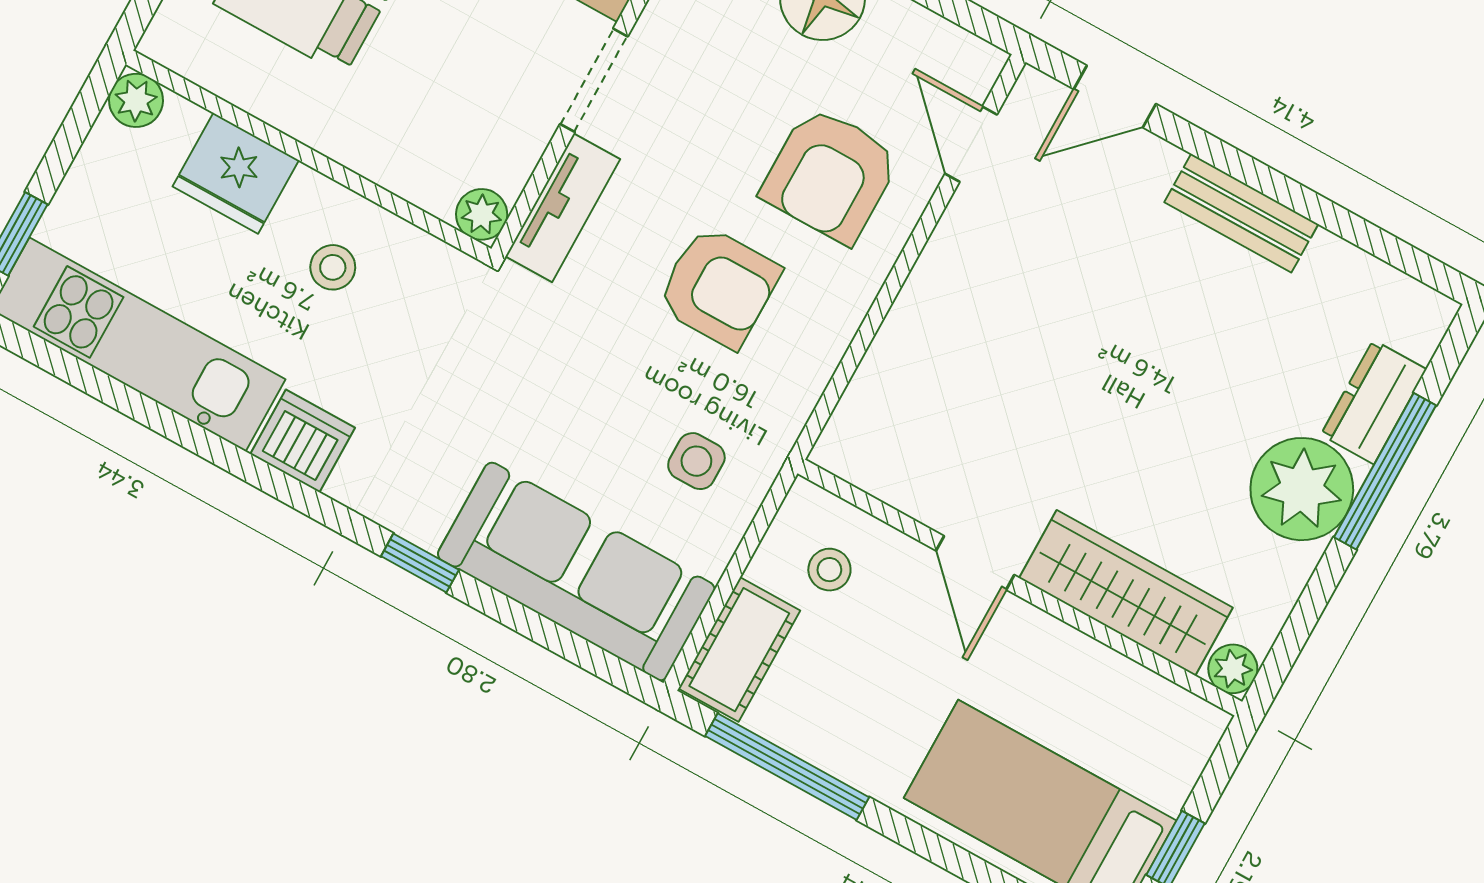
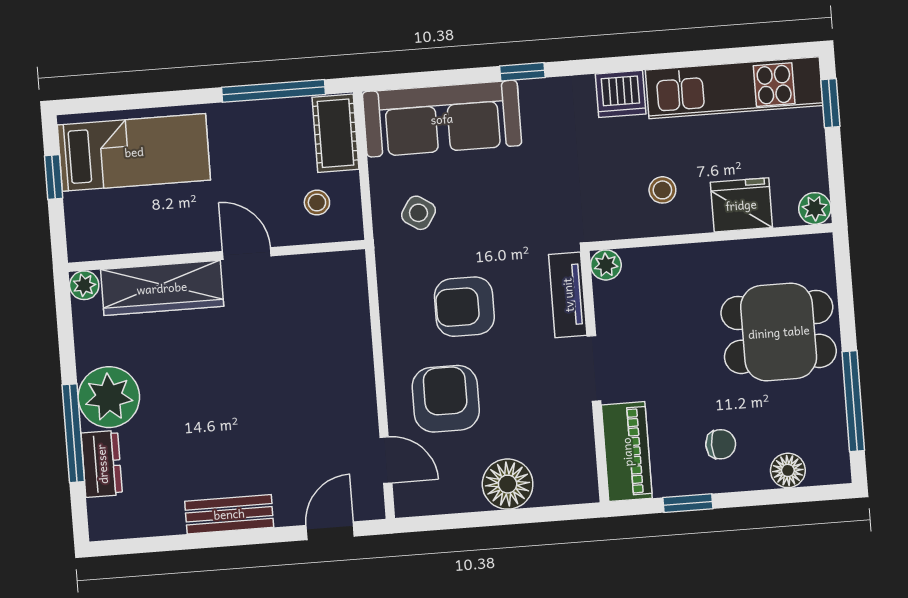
side table: (696, 461) -> (418, 213), turned 33

